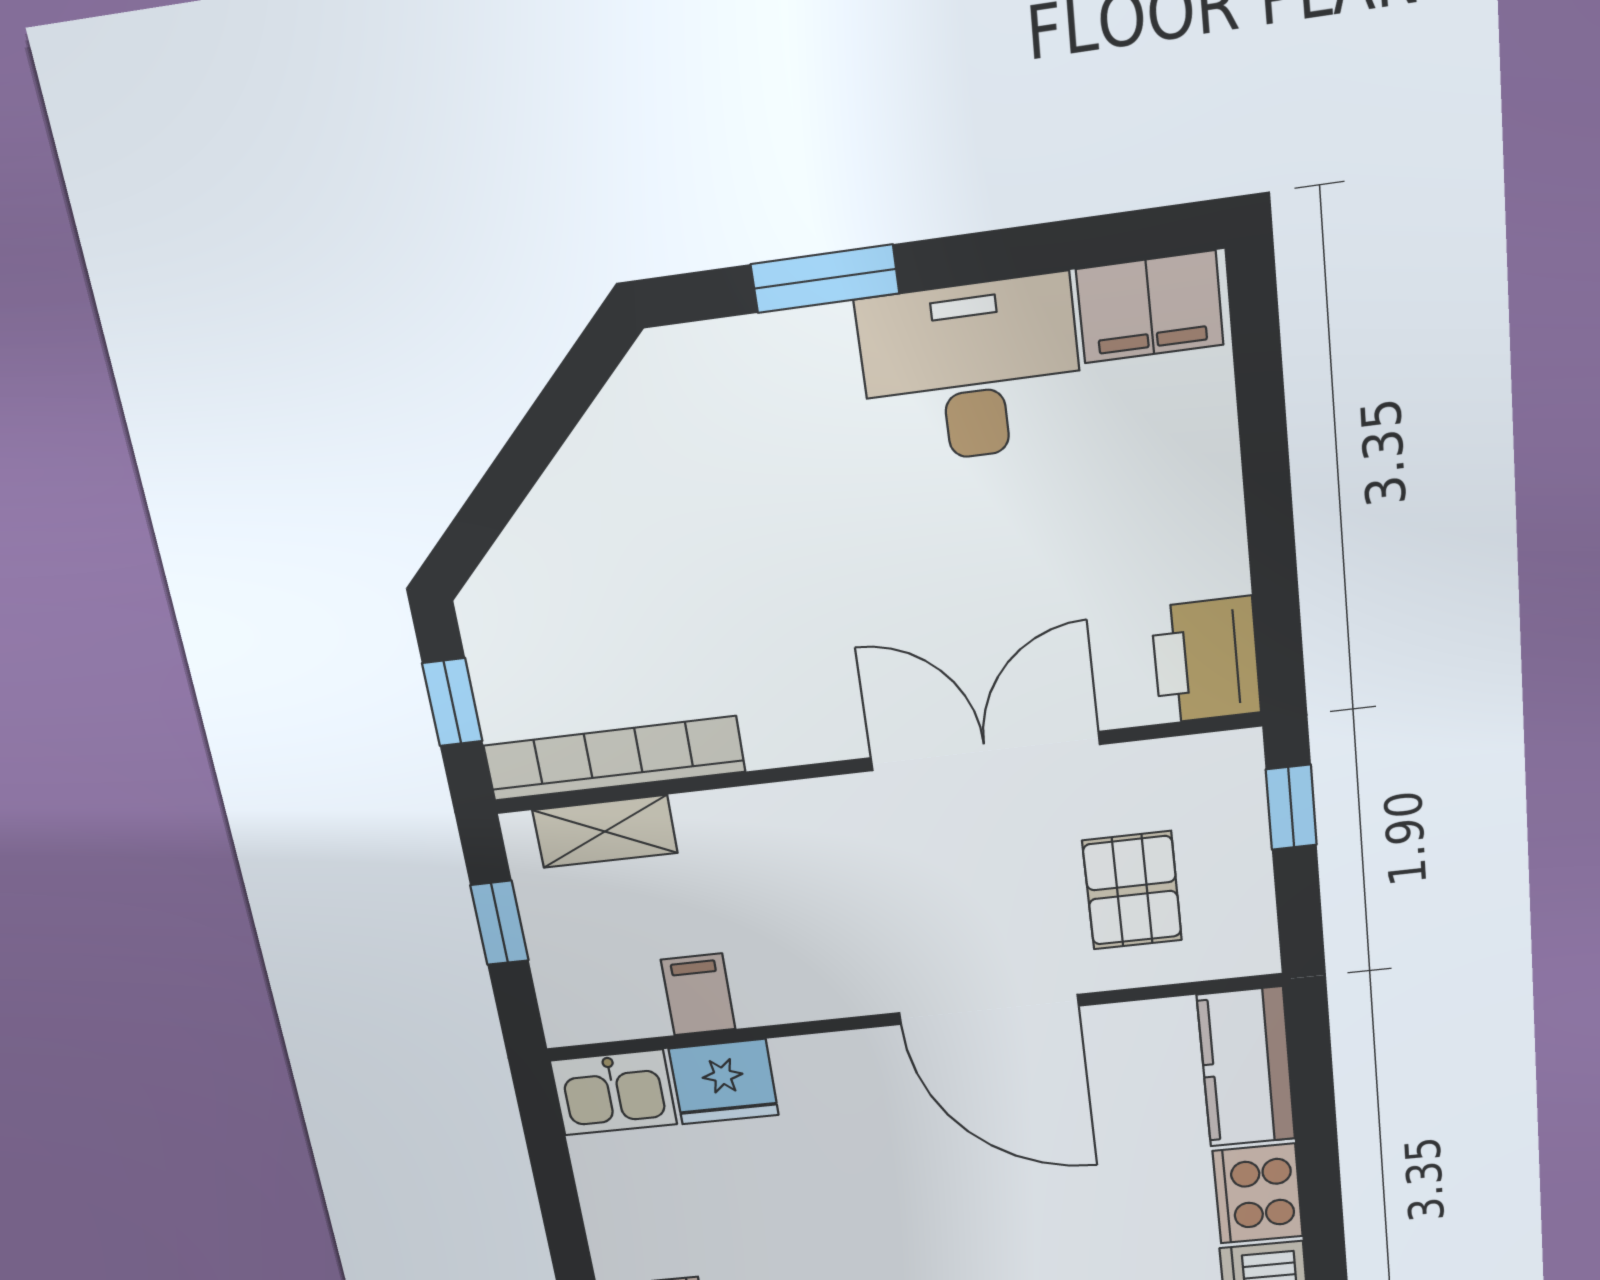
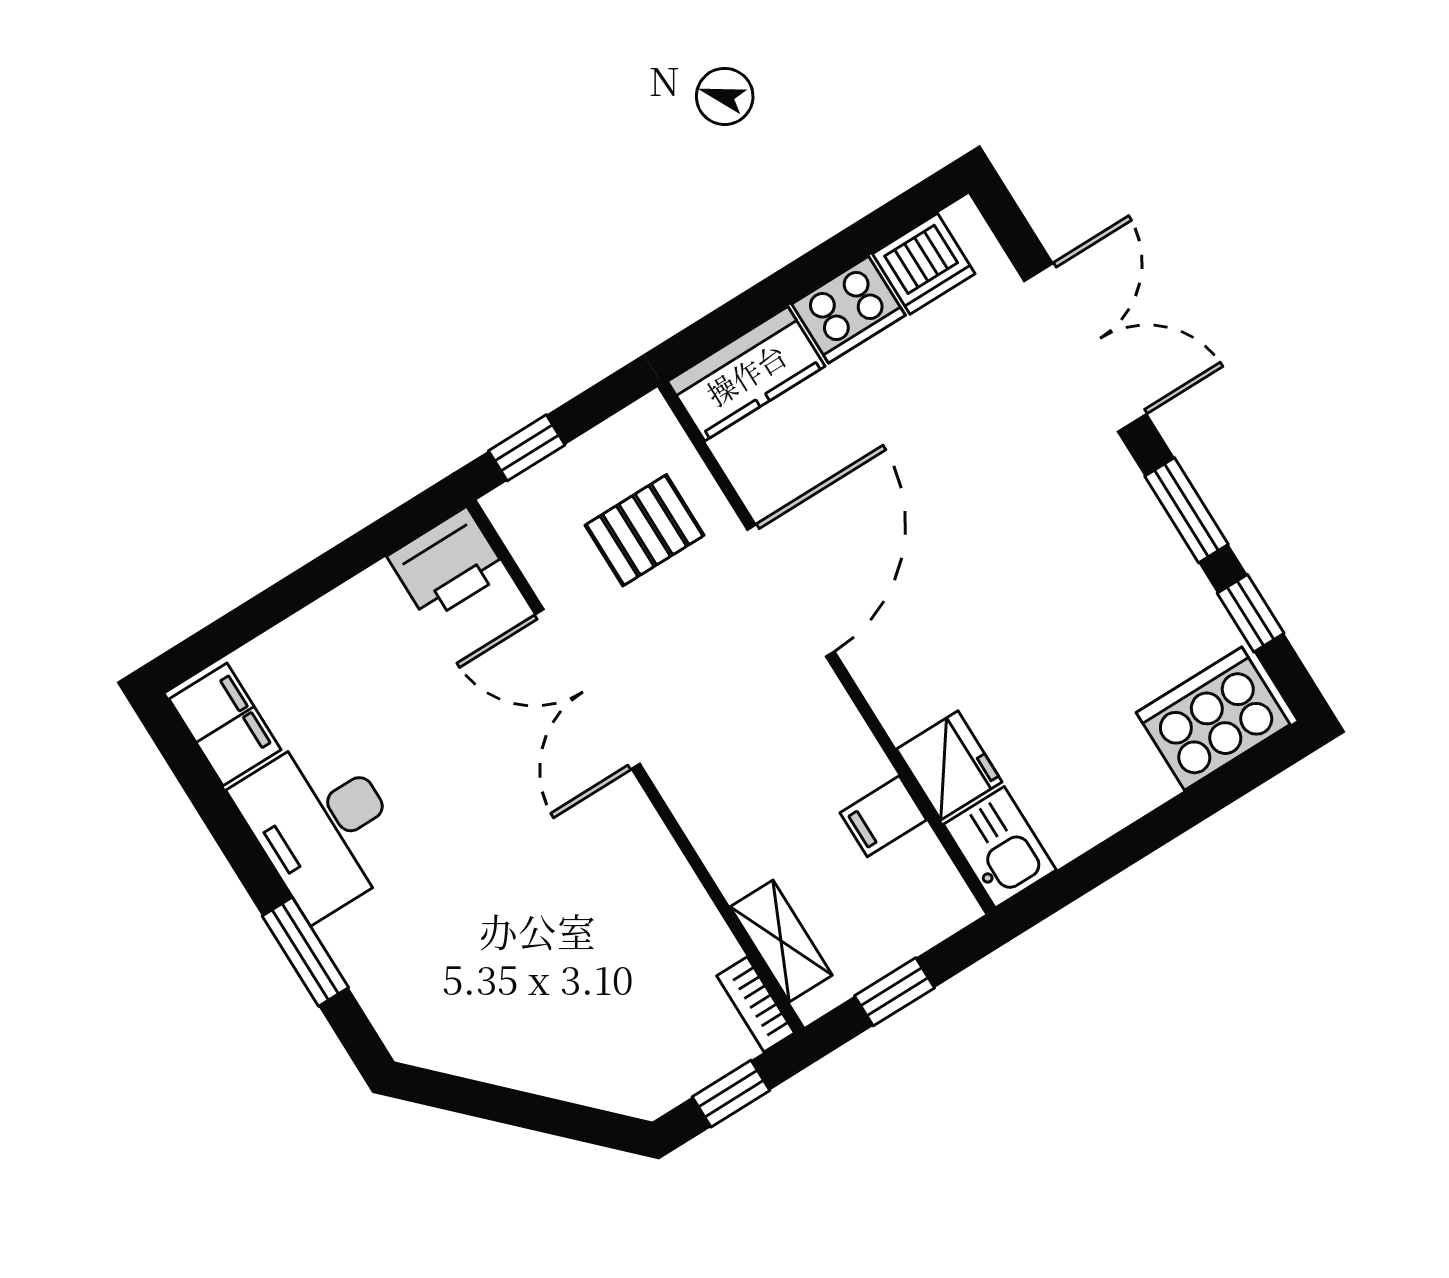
bookcase: (614, 759) -> (756, 1004), width x0.43, depth x0.76

